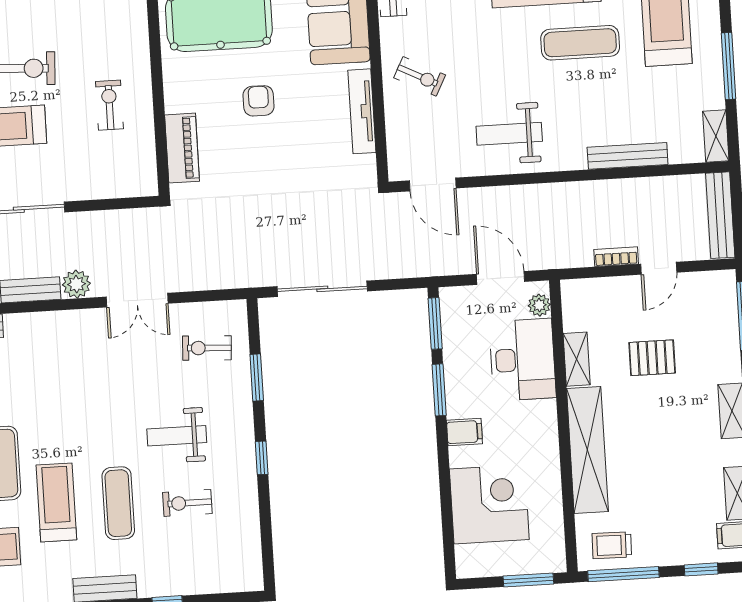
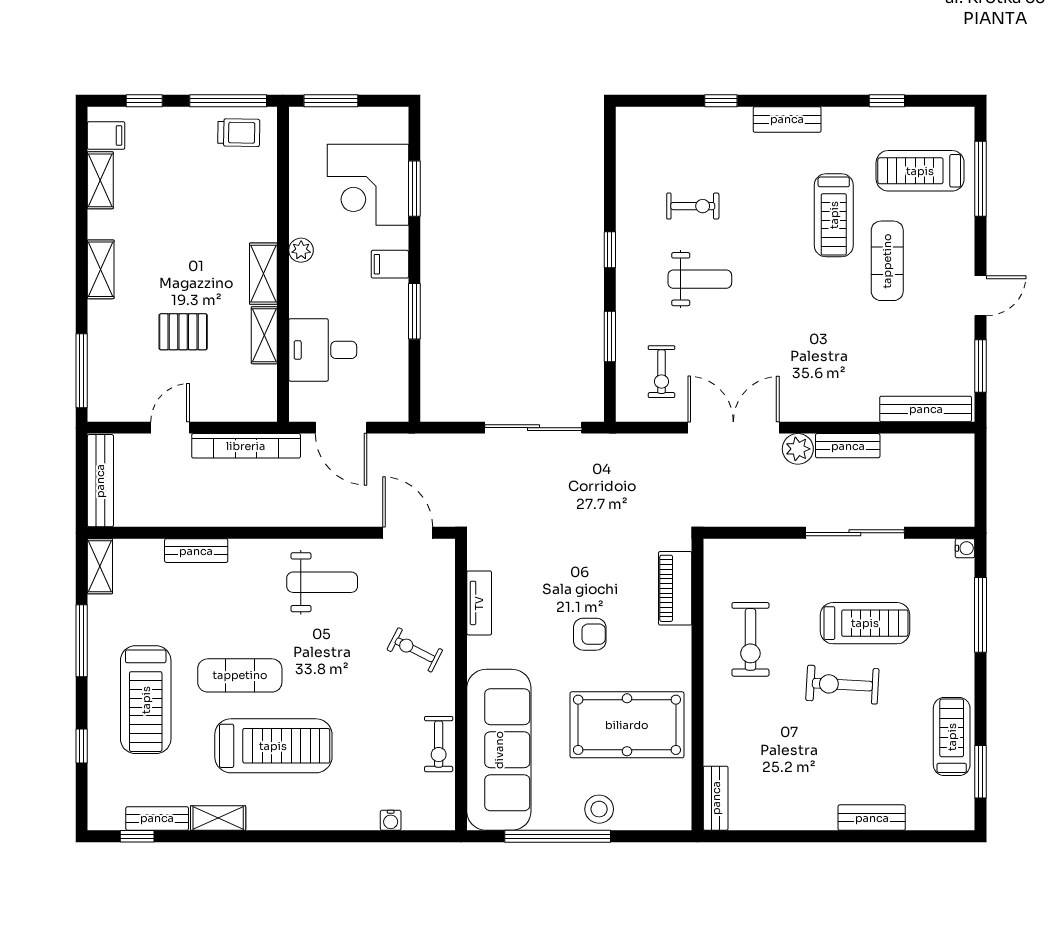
armchair: (259, 101) -> (590, 634), turned -90
exercise bike: (109, 105) -> (750, 639), width x1.38, depth x1.39
tv unit: (362, 111) -> (479, 603), width x0.71
bench: (628, 156) -> (196, 551), width x0.73
bookcase: (616, 257) -> (246, 446), width x2.31, depth x1.31
double door: (137, 300) -> (733, 428), width x1.37
plant: (539, 305) -> (301, 250), moved
window: (435, 323) -> (414, 189), moved
exercise bike: (207, 348) -> (661, 372), turned 87
desk: (522, 360) -> (323, 350), width x0.73
shelving: (587, 450) -> (263, 274), width x0.45, depth x0.75
exercise mat: (118, 503) -> (767, 210), removed

